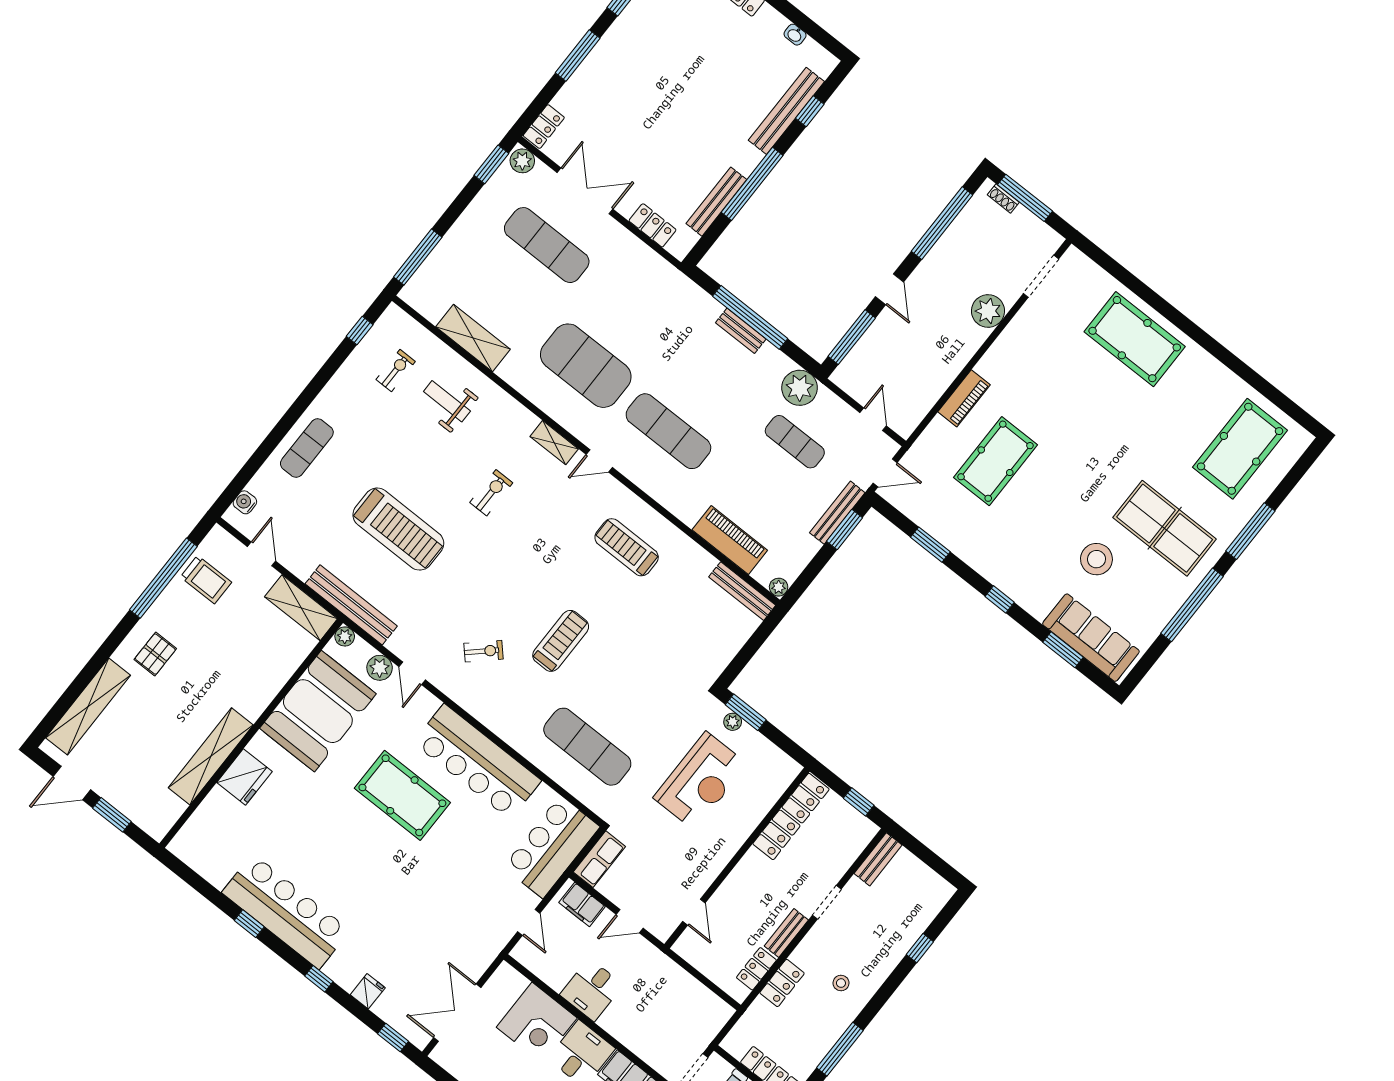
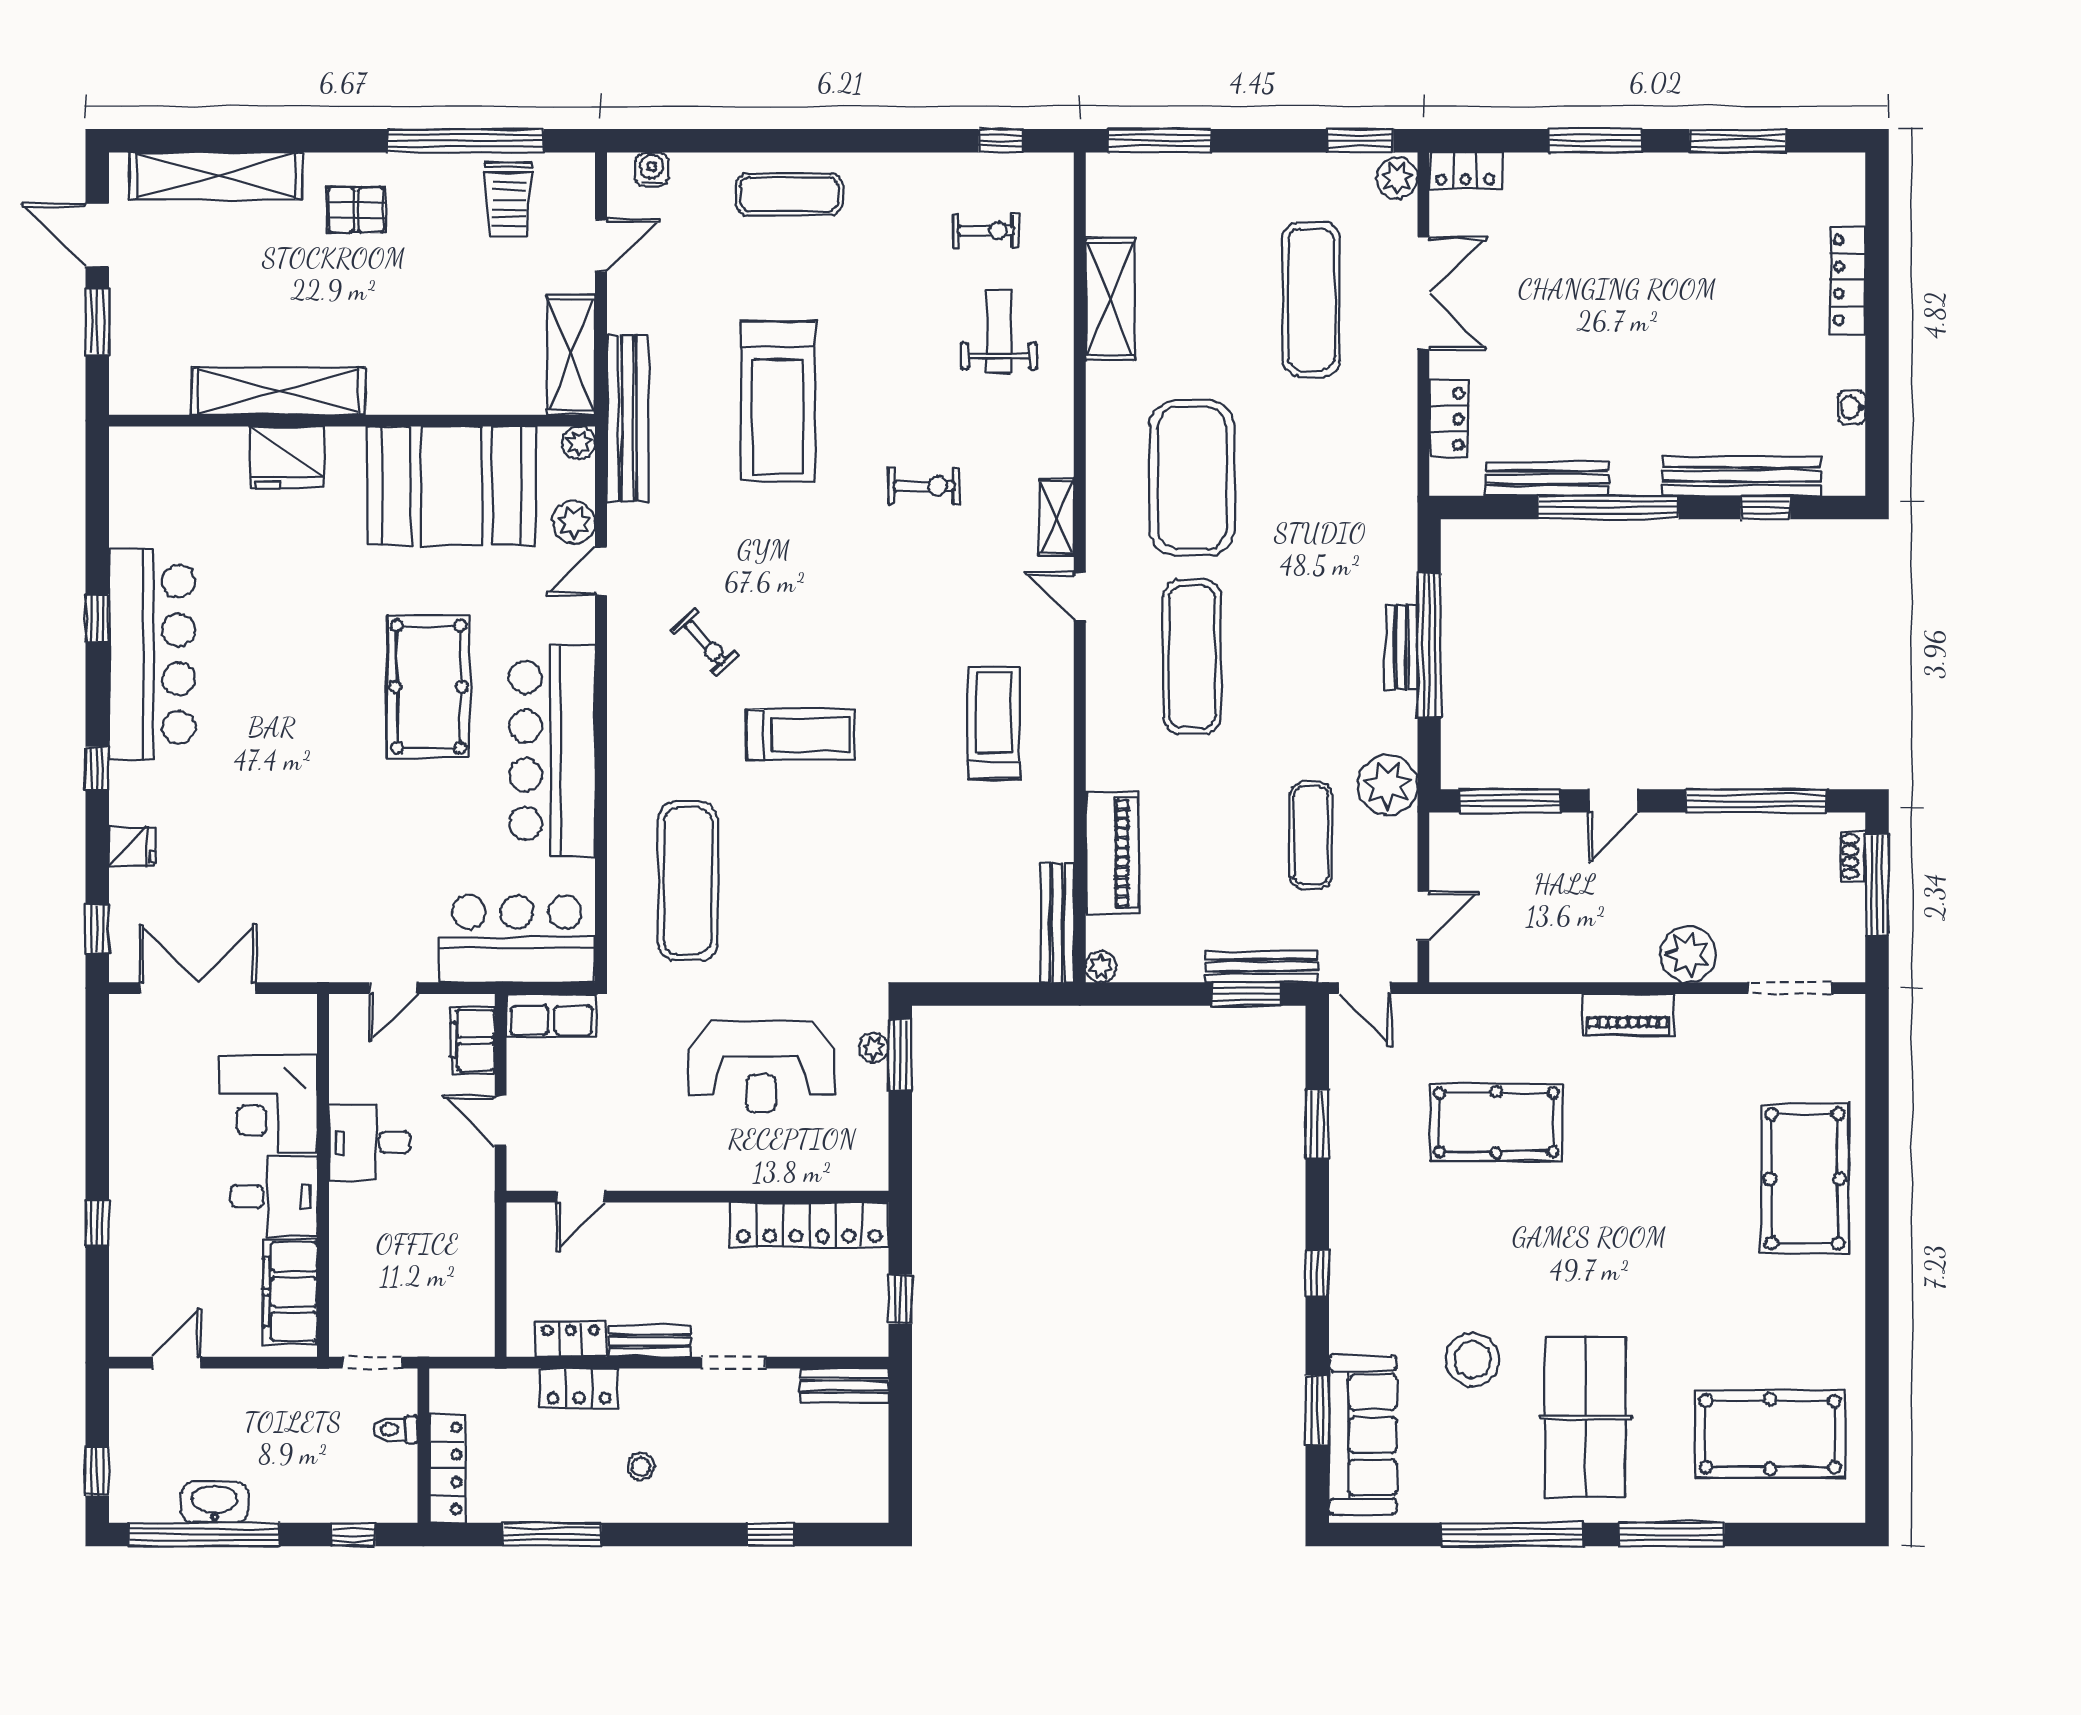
piano: (964, 398) -> (1628, 1014), moved

